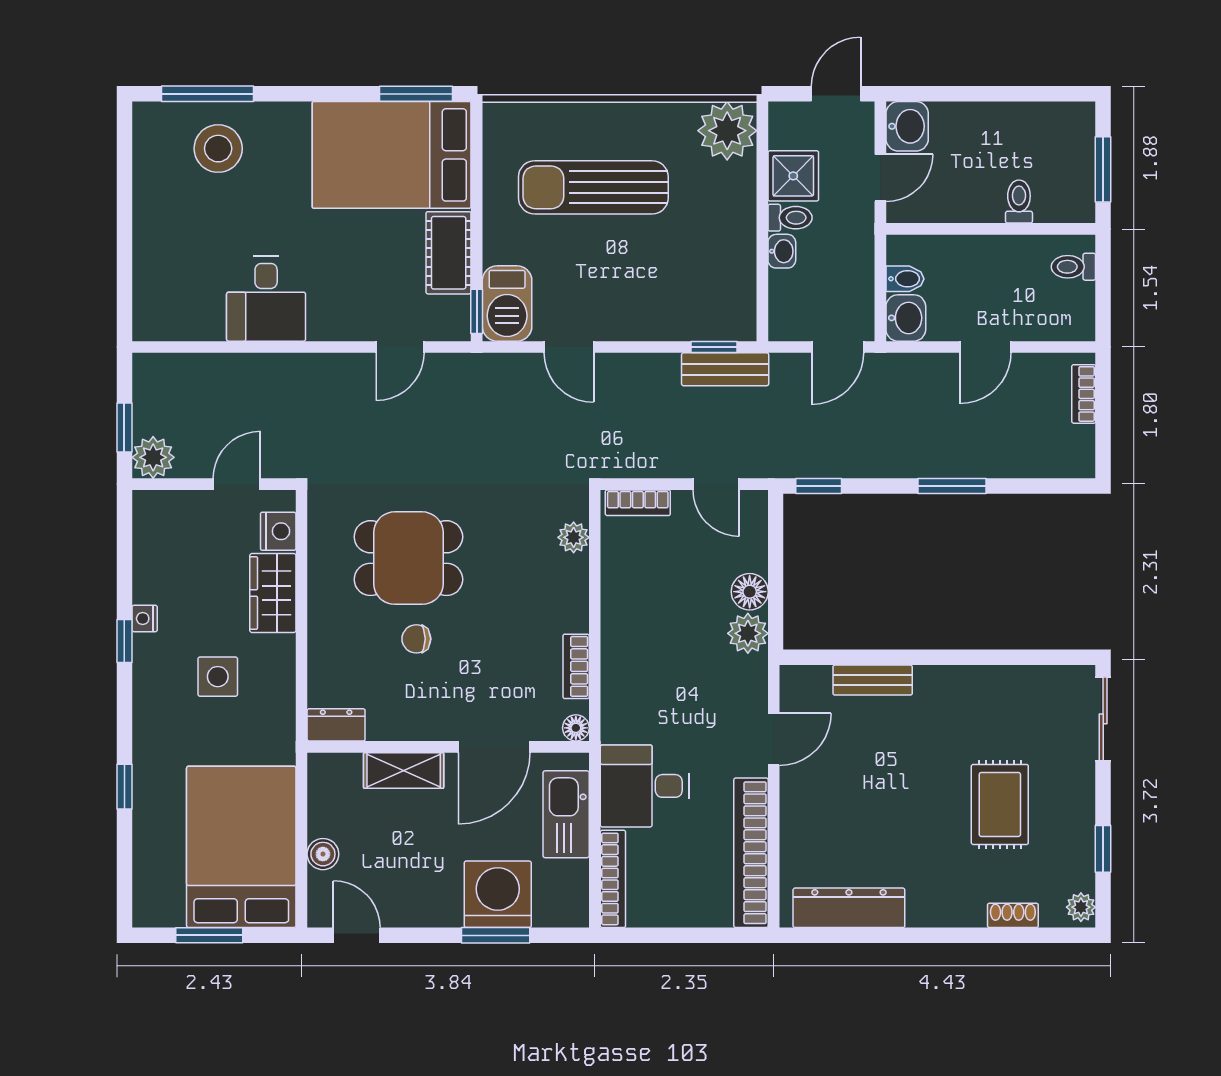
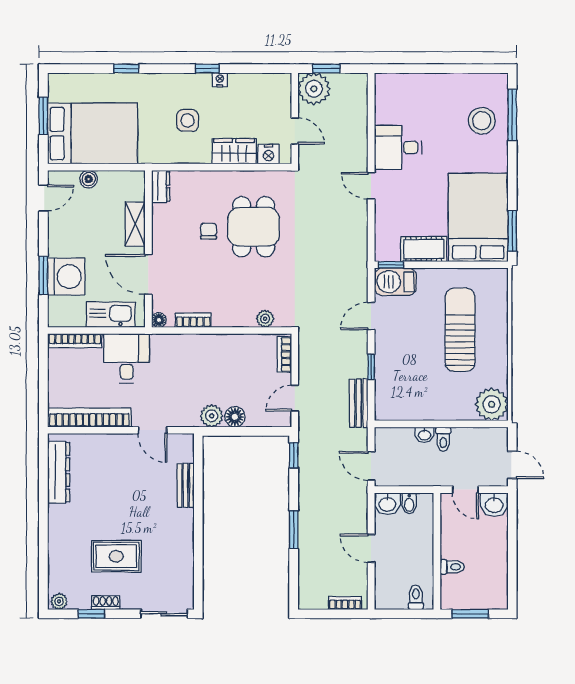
shower: (793, 176) -> (466, 441), removed
door: (400, 347) -> (371, 186), moved
window: (714, 347) -> (371, 367), moved
plant: (153, 457) -> (314, 89), width x1.36, depth x1.36
shoe rack: (1013, 915) -> (106, 603), moved, turned -90

